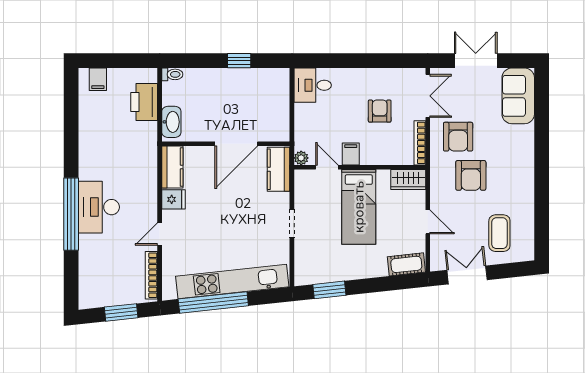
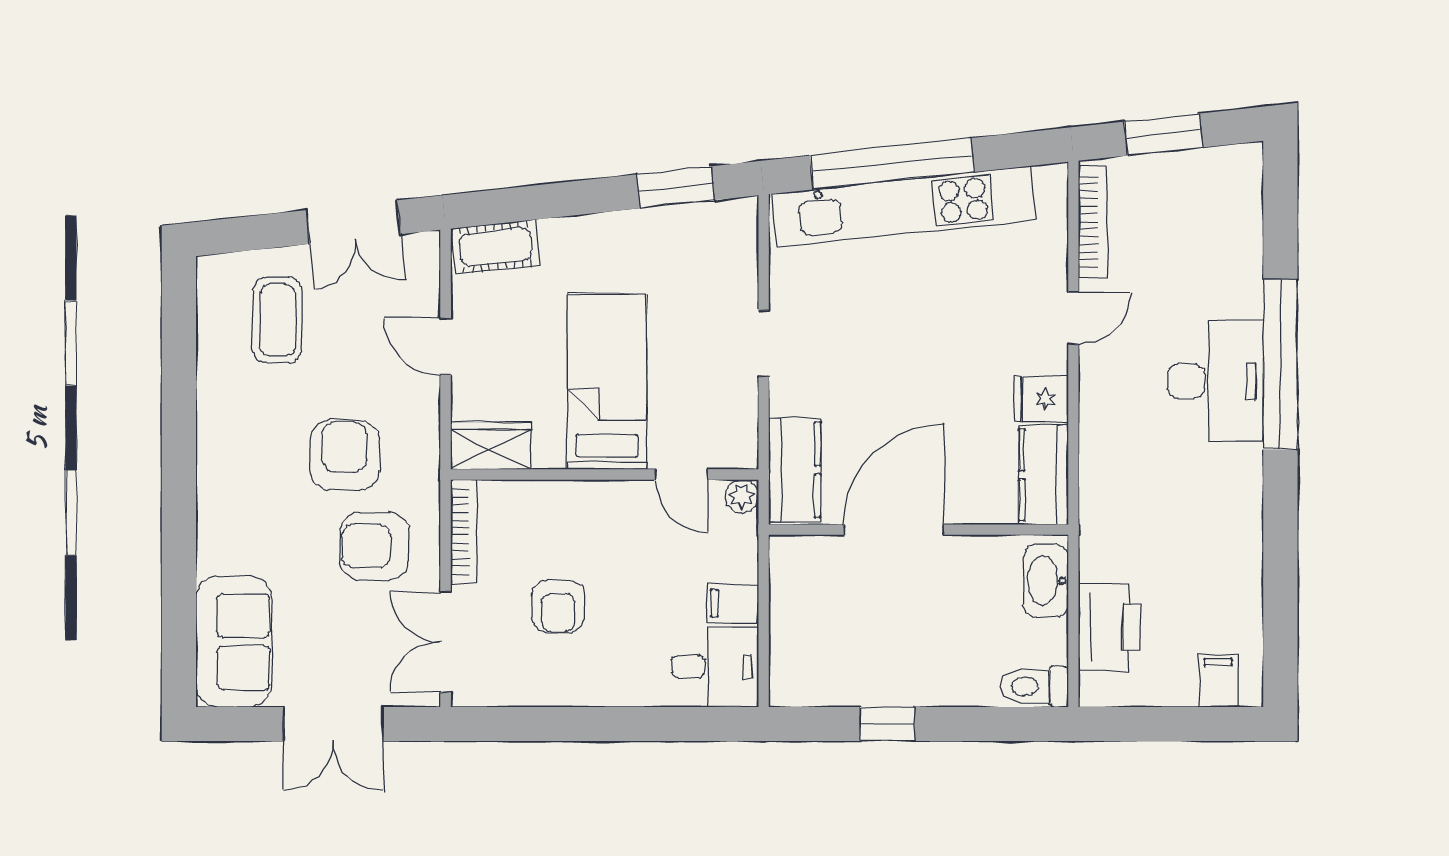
toilet: (172, 74) -> (1034, 686), width x1.37, depth x1.39
armchair: (458, 137) -> (374, 546), turned -90
filing cabinet: (351, 154) -> (733, 603), moved, turned 90
window: (213, 302) -> (892, 164), moved

